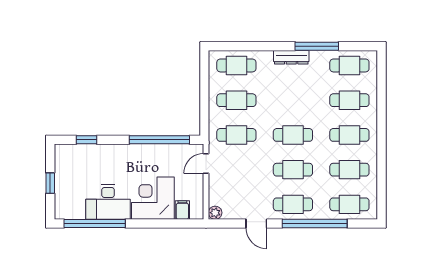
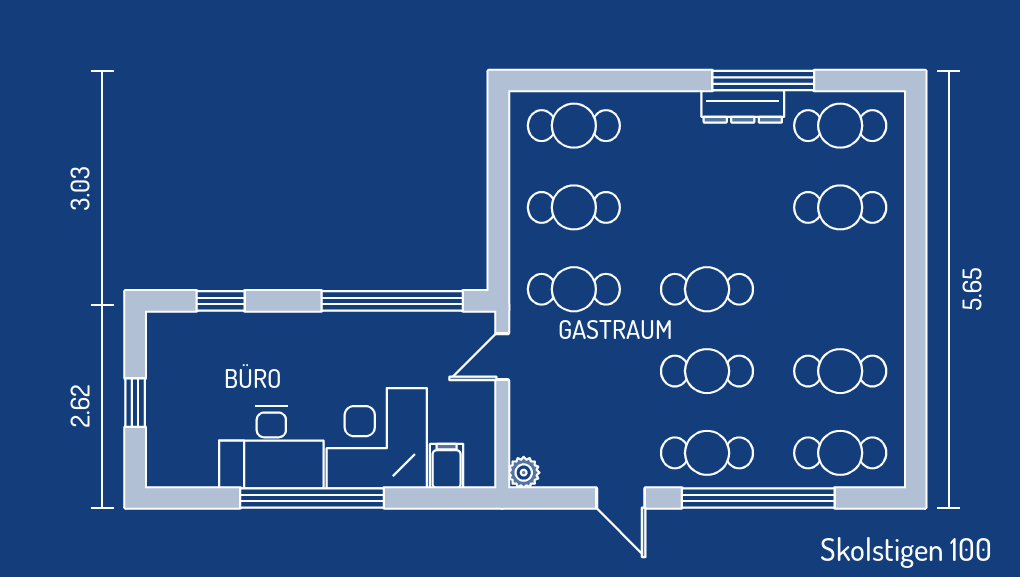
dresser: (291, 57) -> (743, 106), moved
cafe table: (349, 135) -> (840, 289), removed
window: (95, 223) -> (312, 498), moved

